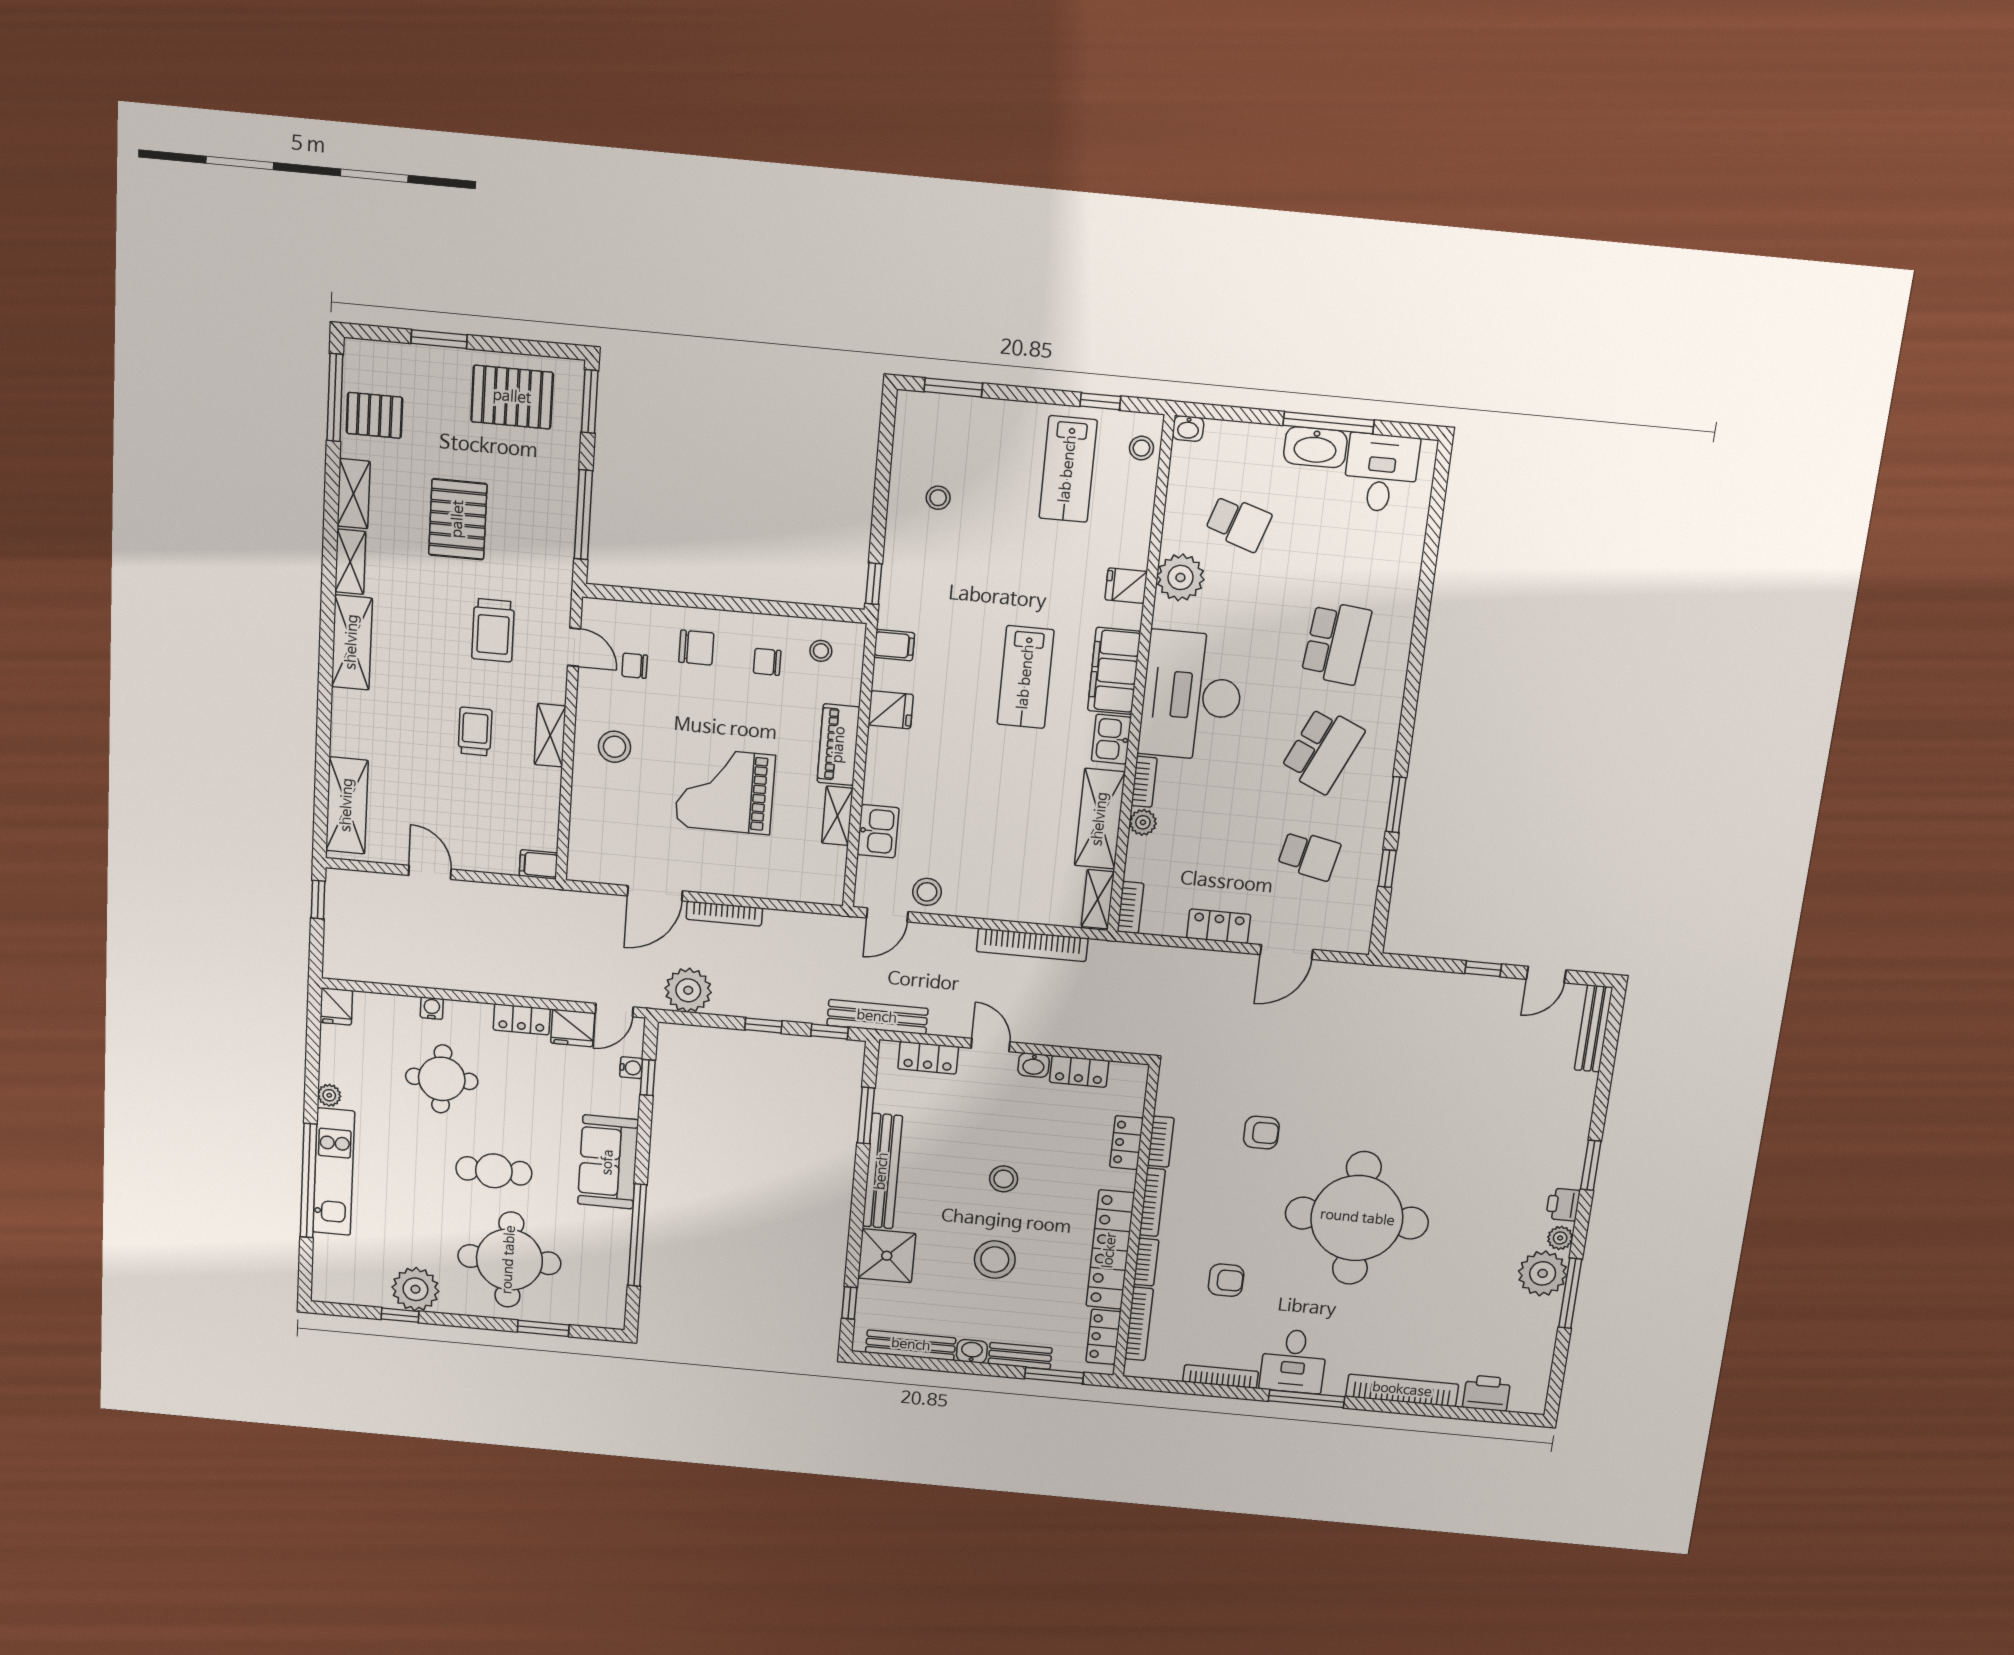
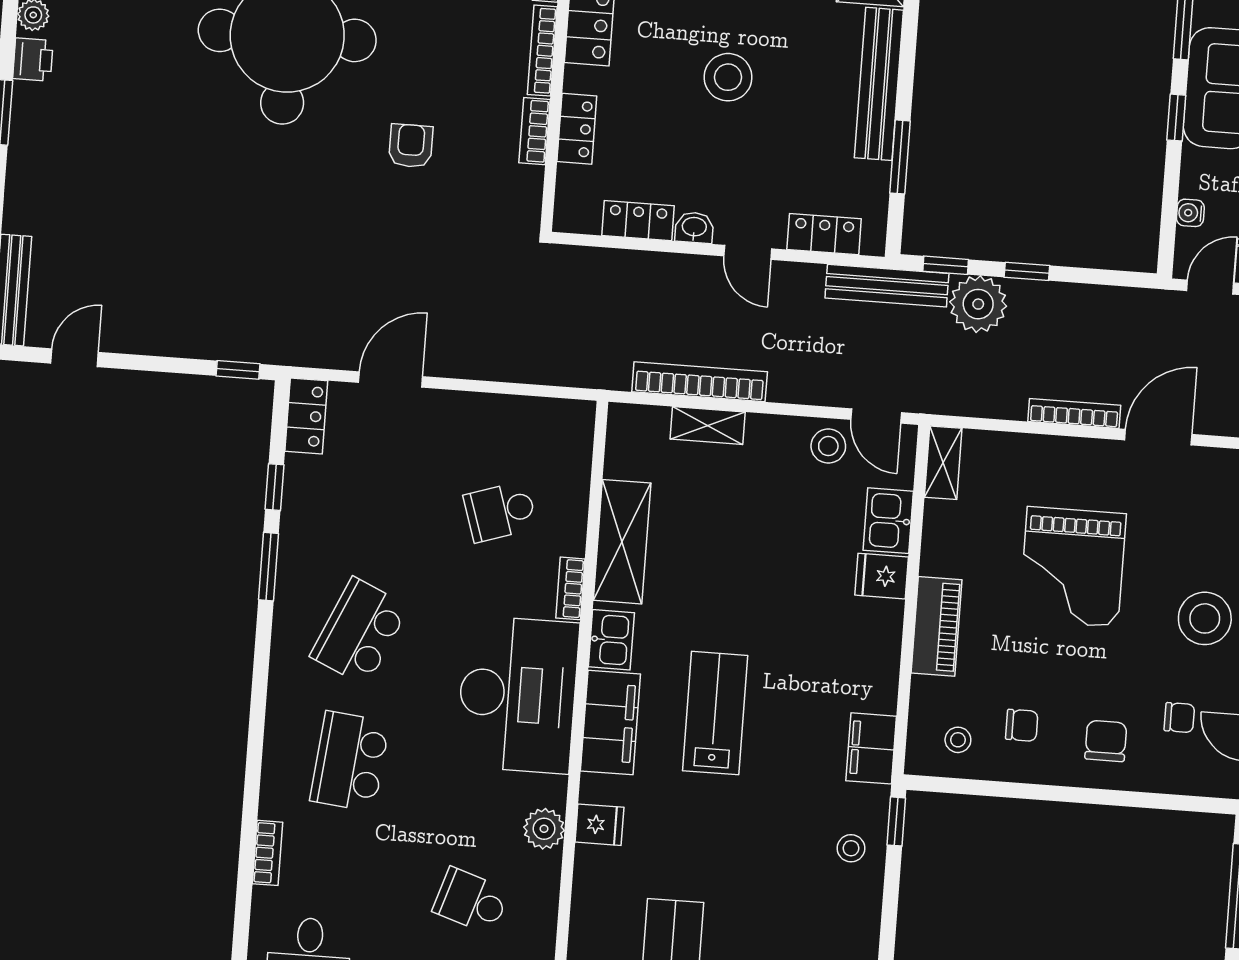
stool: (938, 498) -> (851, 848), moved
plant: (1180, 577) -> (544, 829), width x0.73, depth x0.73
filing cabinet: (894, 645) -> (871, 748), width x2.00
chair: (696, 648) -> (1106, 741), turned 90
fridge: (891, 710) -> (882, 576), moved
stool: (614, 747) -> (1205, 618), width x1.38, depth x1.38
grand piano: (725, 791) -> (1073, 567), turned 90
shelving: (837, 816) -> (943, 463), moved
plant: (1143, 822) -> (570, 538), removed
school desk: (1309, 855) -> (500, 512), moved, turned -30
shelving: (1098, 899) -> (708, 426), moved, turned 90
bookcase: (1131, 908) -> (268, 853), moved, turned 180
door: (887, 915) -> (876, 416), swing flipped
locker: (1219, 926) -> (306, 416), moved, turned -90
window: (1483, 969) -> (238, 370), moved
plant: (688, 990) -> (978, 304), moved
window: (648, 1078) -> (1176, 118), moved
armchair: (1261, 1133) -> (411, 146), turned 90
stool: (1004, 1179) -> (728, 77), width x1.38, depth x1.38

